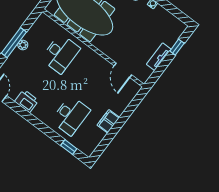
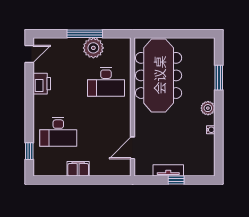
plant: (23, 45) -> (93, 48), width x1.88, depth x1.88
window: (177, 47) -> (176, 180), moved

